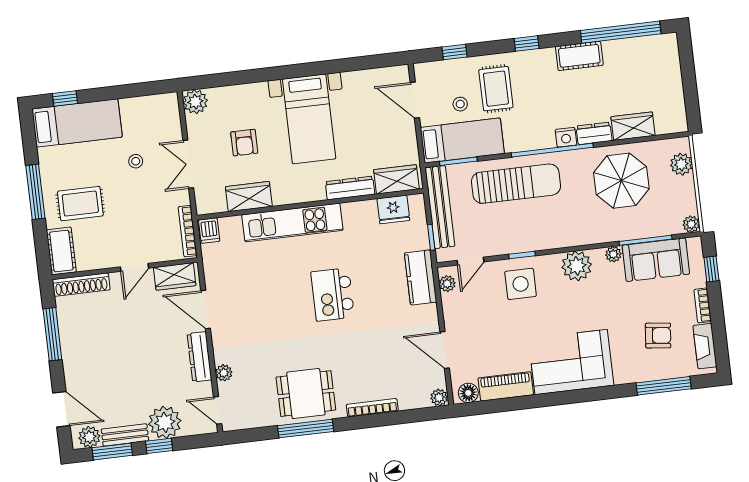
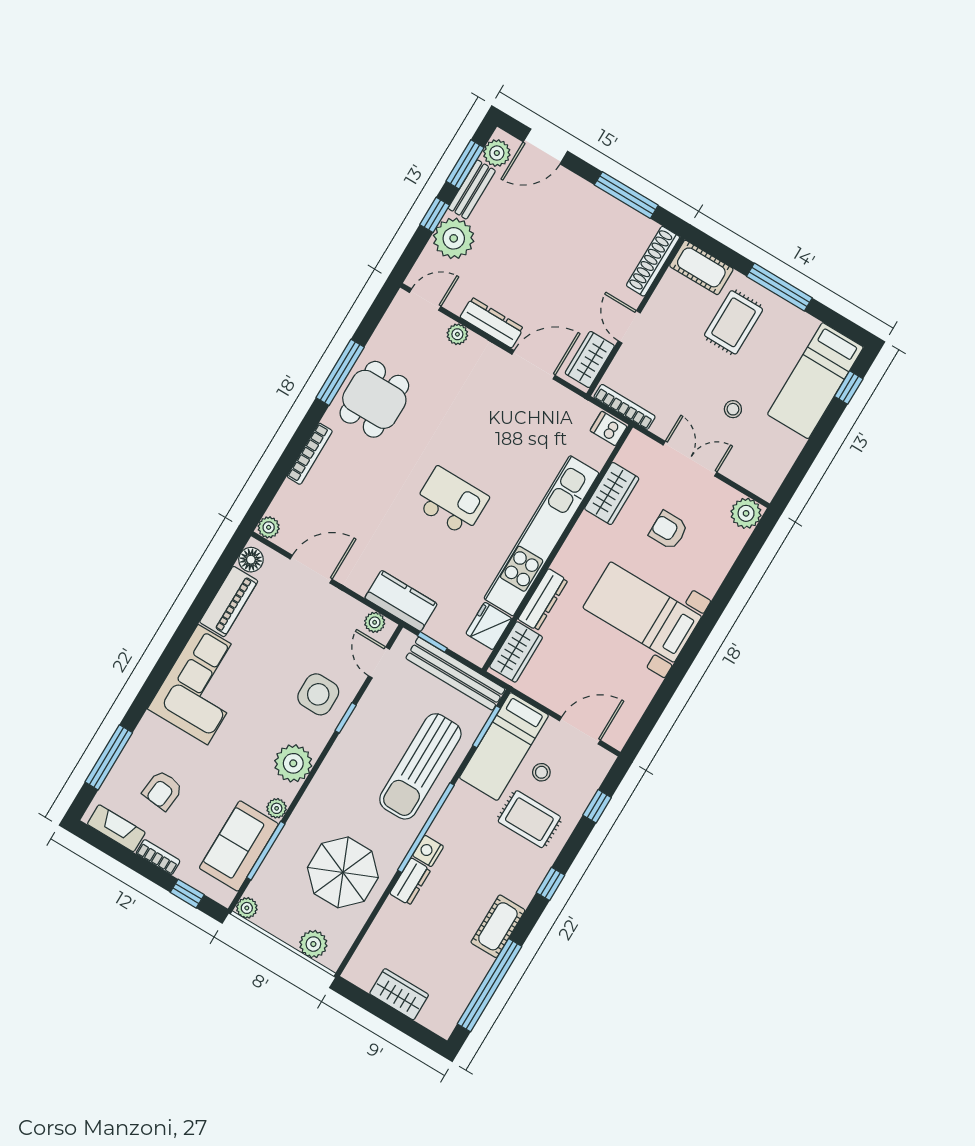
wardrobe: (633, 126) -> (399, 994), moved, turned -90
kitchen unit: (292, 223) -> (541, 536), width x1.36

